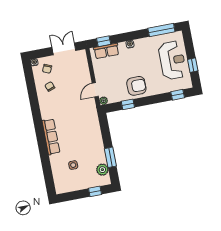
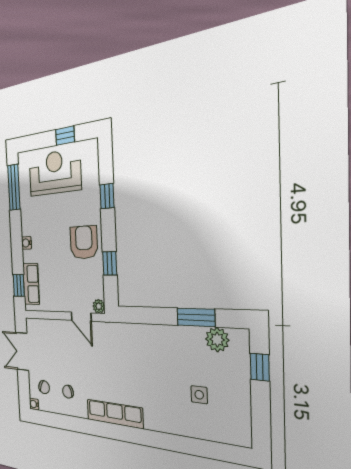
window: (178, 95) -> (107, 196), moved
row of seats: (51, 137) -> (115, 414), moved

